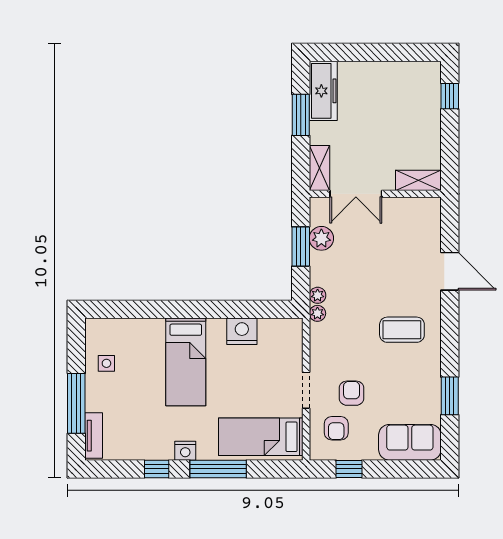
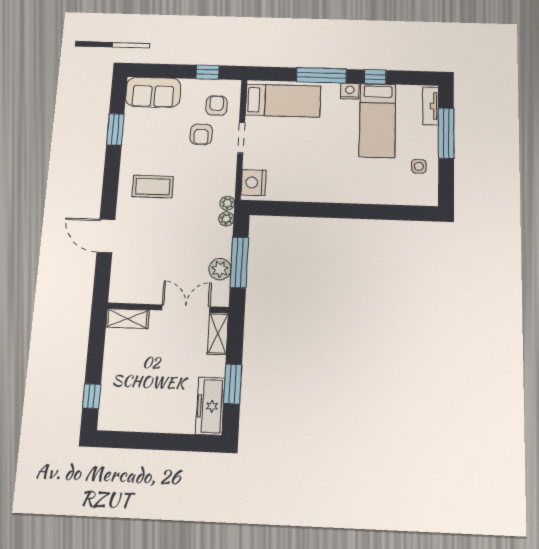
window: (301, 247) -> (239, 263), width x1.44
nightstand: (242, 331) -> (254, 183), moved, turned 90
bed: (186, 362) -> (377, 120), moved, turned 180

